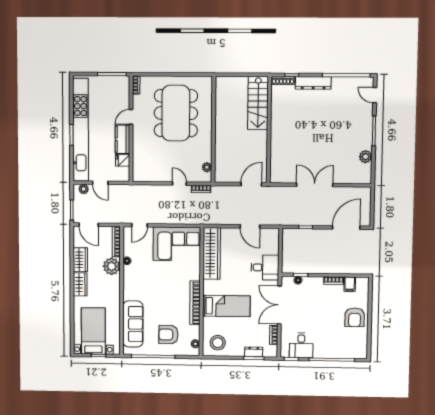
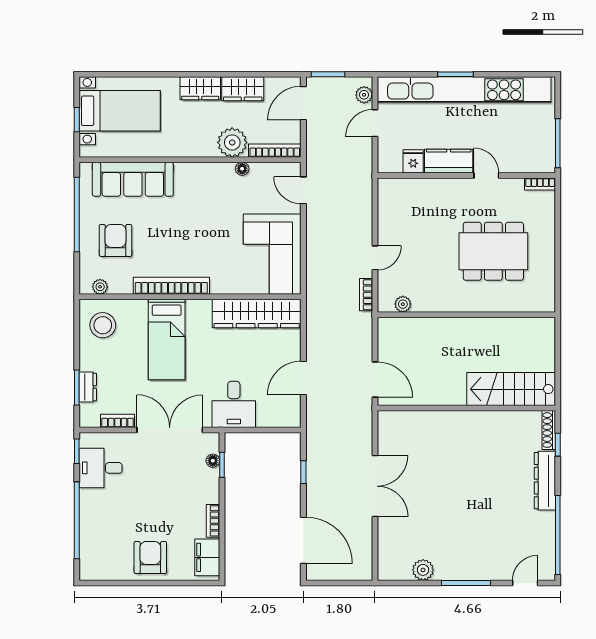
dining table: (176, 113) -> (493, 251), width x0.73, depth x0.80
filing cabinet: (350, 284) -> (207, 557), width x2.00
armchair: (355, 317) -> (150, 557), turned 90

